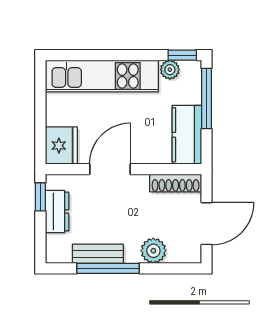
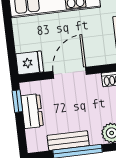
fridge: (61, 146) -> (30, 63), width x0.72

